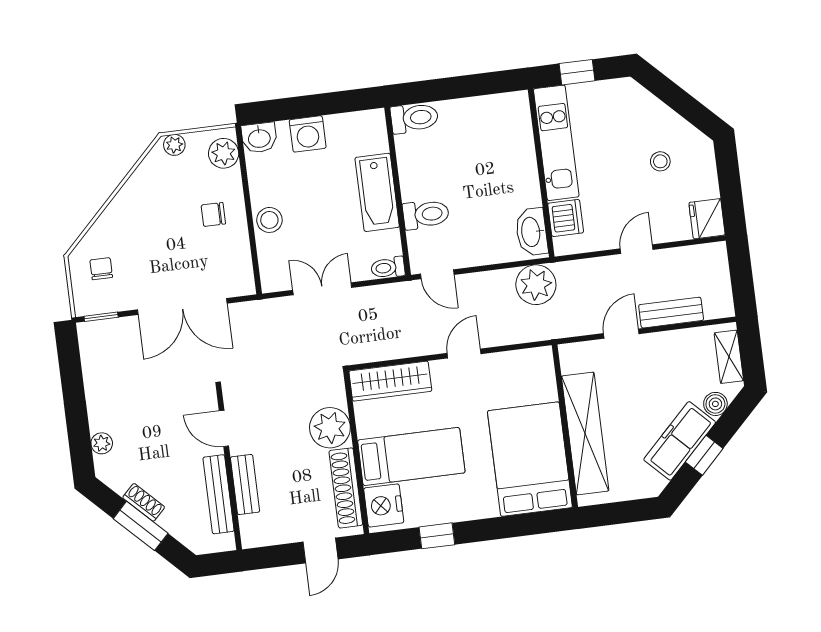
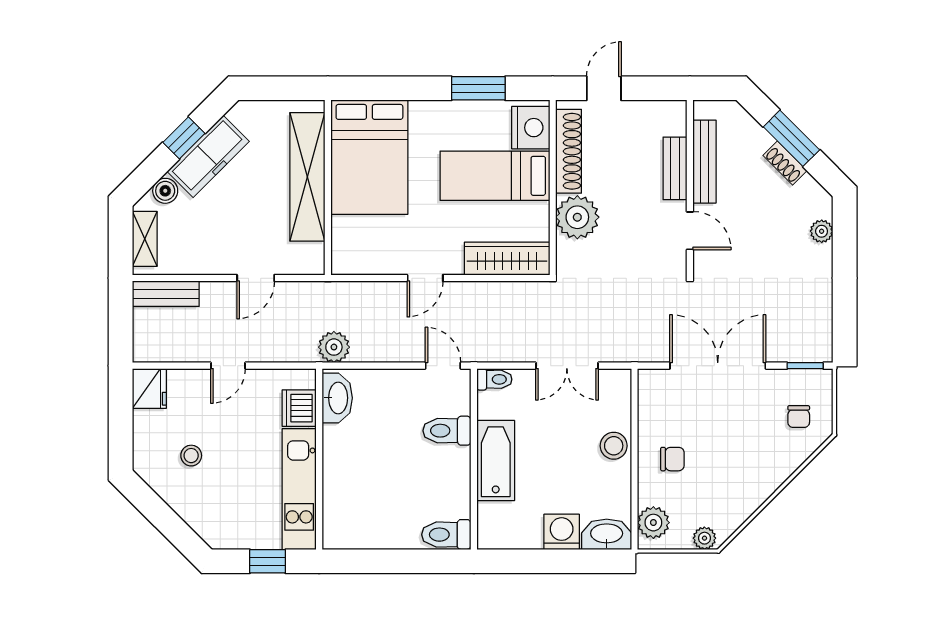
washbasin: (259, 138) -> (607, 534), width x1.38
plant: (536, 285) -> (334, 347), width x0.73, depth x0.73
bench: (671, 313) -> (166, 294), moved
window: (437, 536) -> (478, 88), width x1.50

